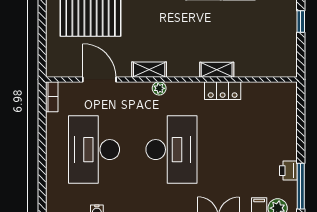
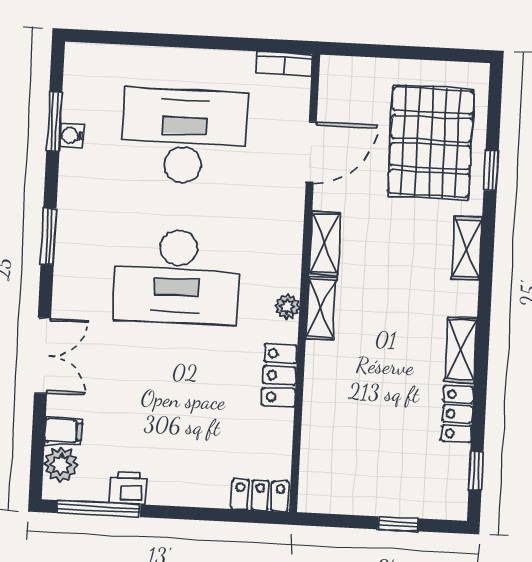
shelving: (217, 70) -> (321, 308), moved
plant: (159, 88) -> (287, 307), moved
locker: (289, 98) -> (260, 495), added

